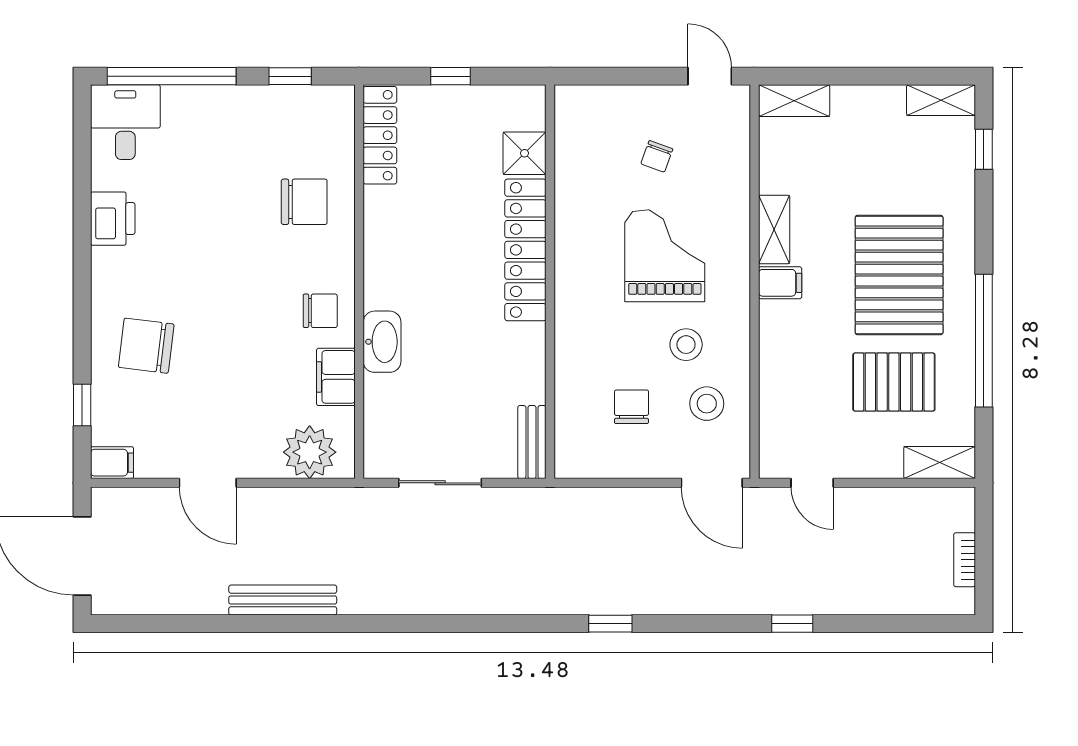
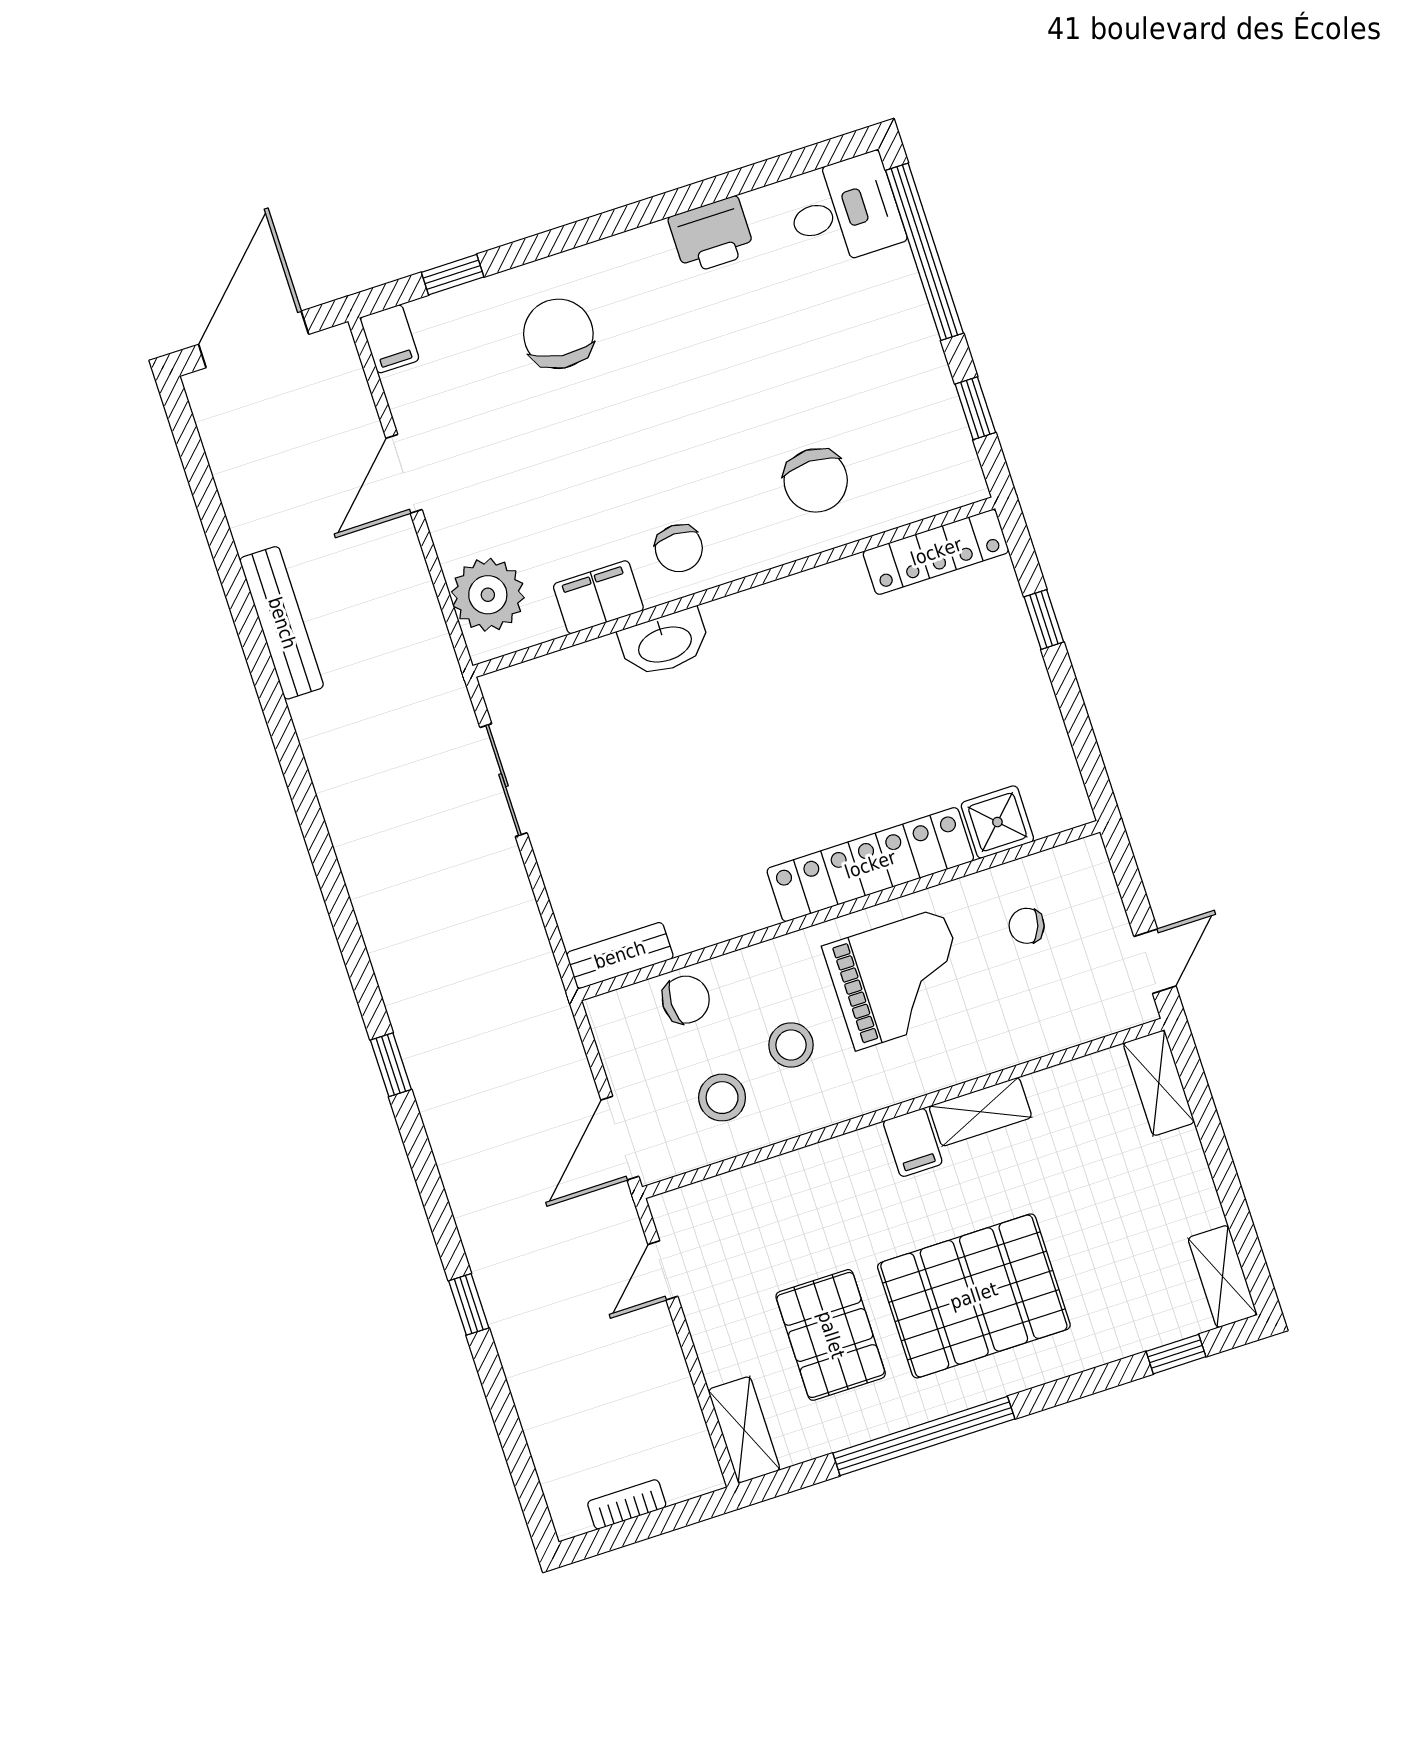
shower: (525, 153) -> (997, 822), moved
locker: (525, 250) -> (870, 865), moved
wall: (550, 282) -> (839, 911), moved
bench: (532, 442) -> (620, 955), moved

